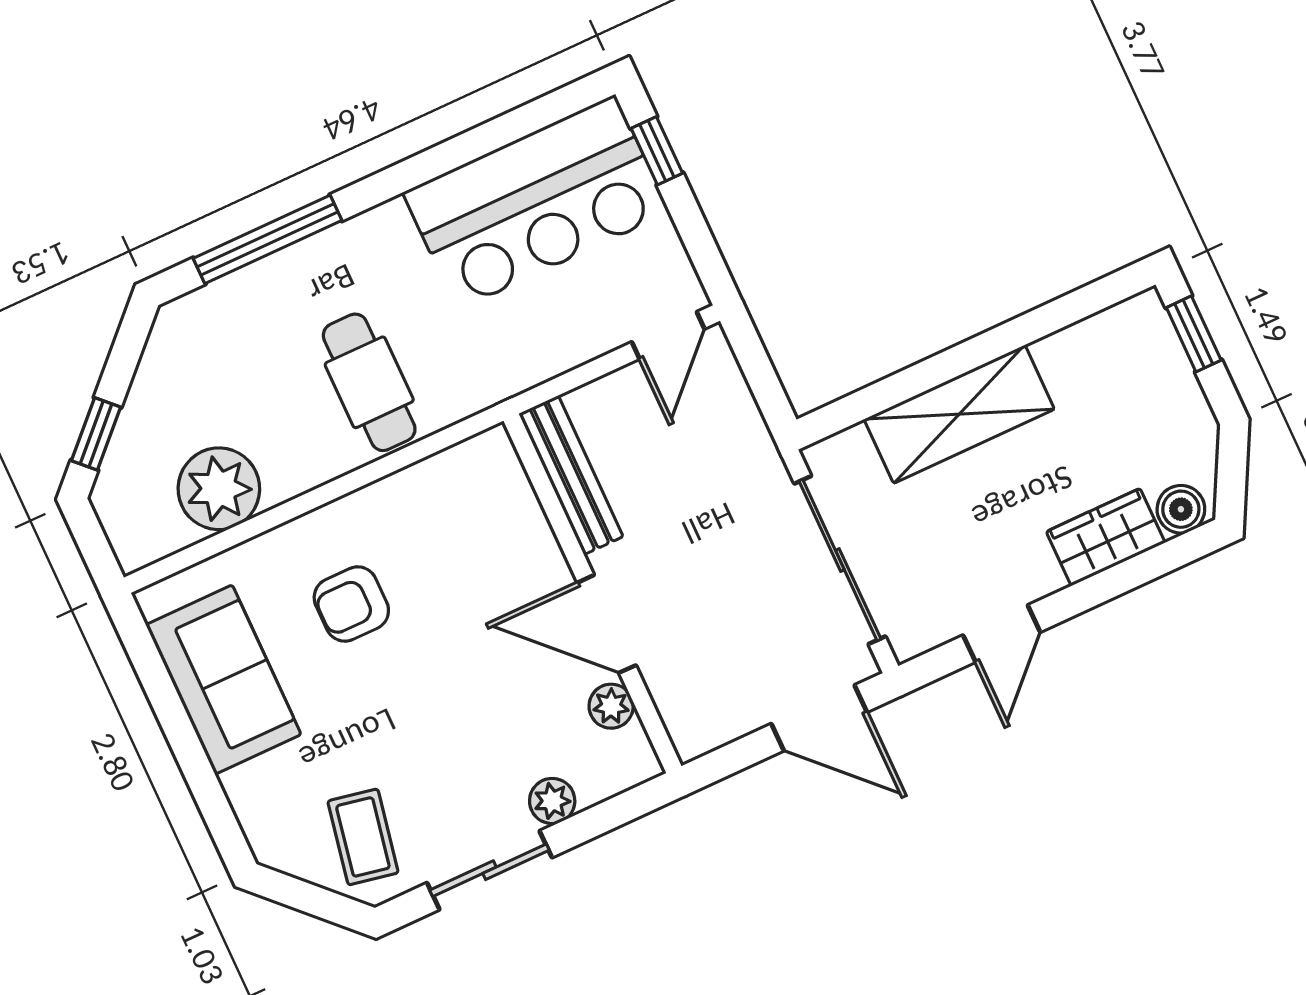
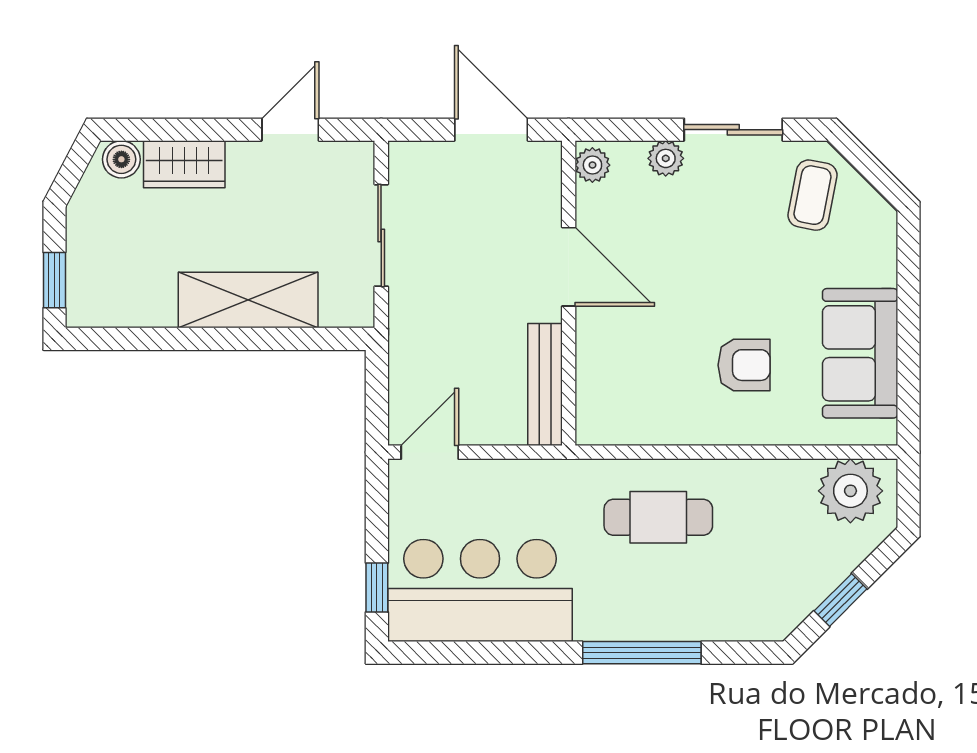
window: (268, 239) -> (642, 653), moved
cafe table: (369, 382) -> (658, 517), turned 90
window: (96, 434) -> (841, 600), moved
plant: (219, 489) -> (850, 491), moved
sliding door: (840, 560) -> (381, 235), width x0.73
plant: (611, 706) -> (592, 165), moved
door: (819, 718) -> (491, 130), moved

